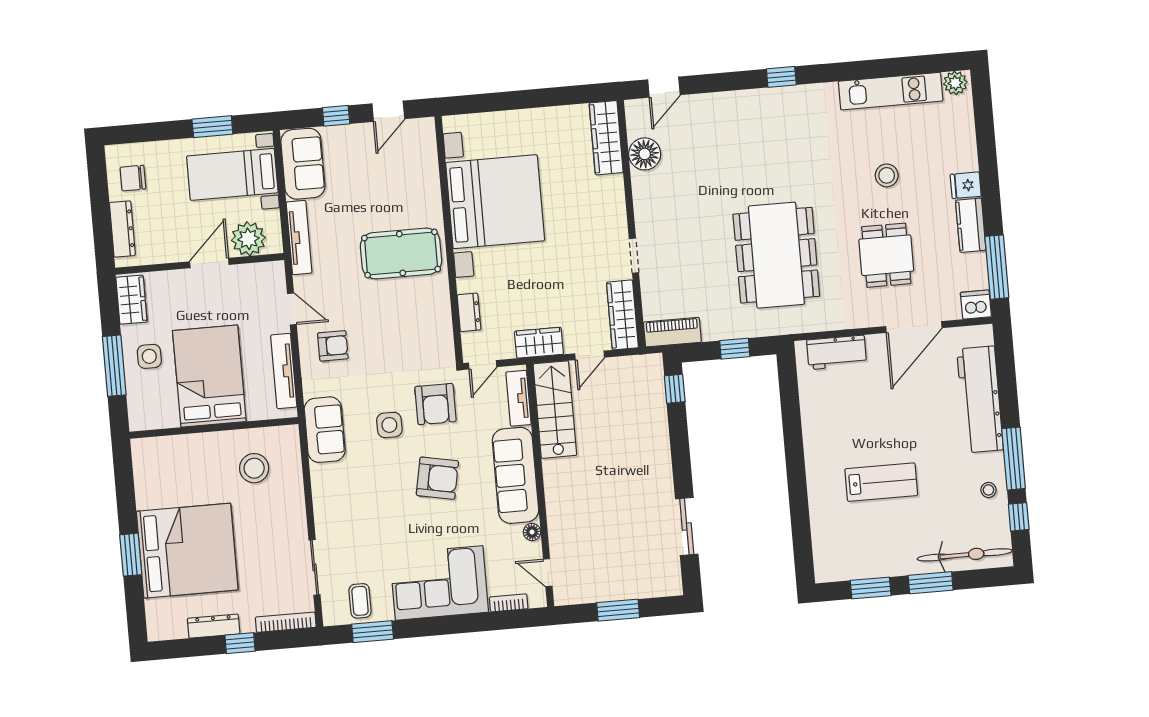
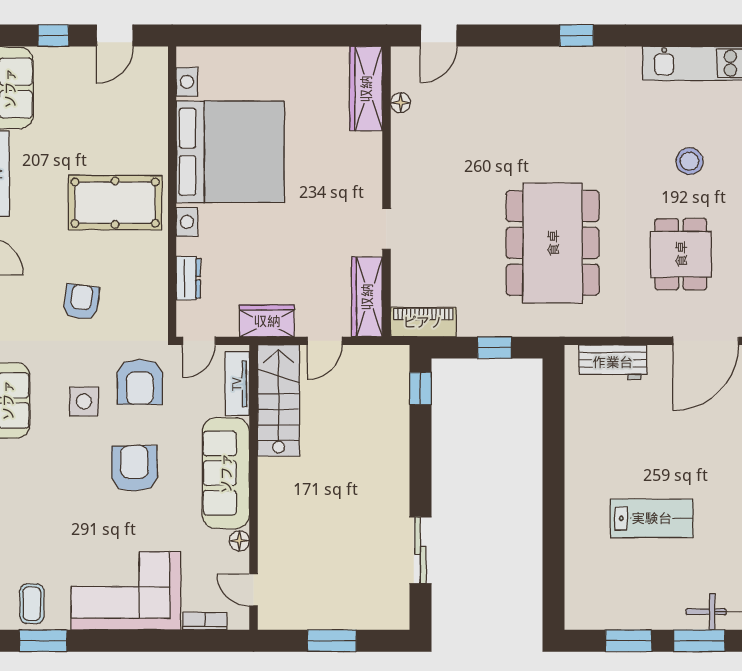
floor lamp: (645, 154) -> (401, 103), width x0.53, depth x0.53
armchair: (333, 346) -> (81, 302), moved, turned -83
armchair: (437, 478) -> (135, 468), turned -102

